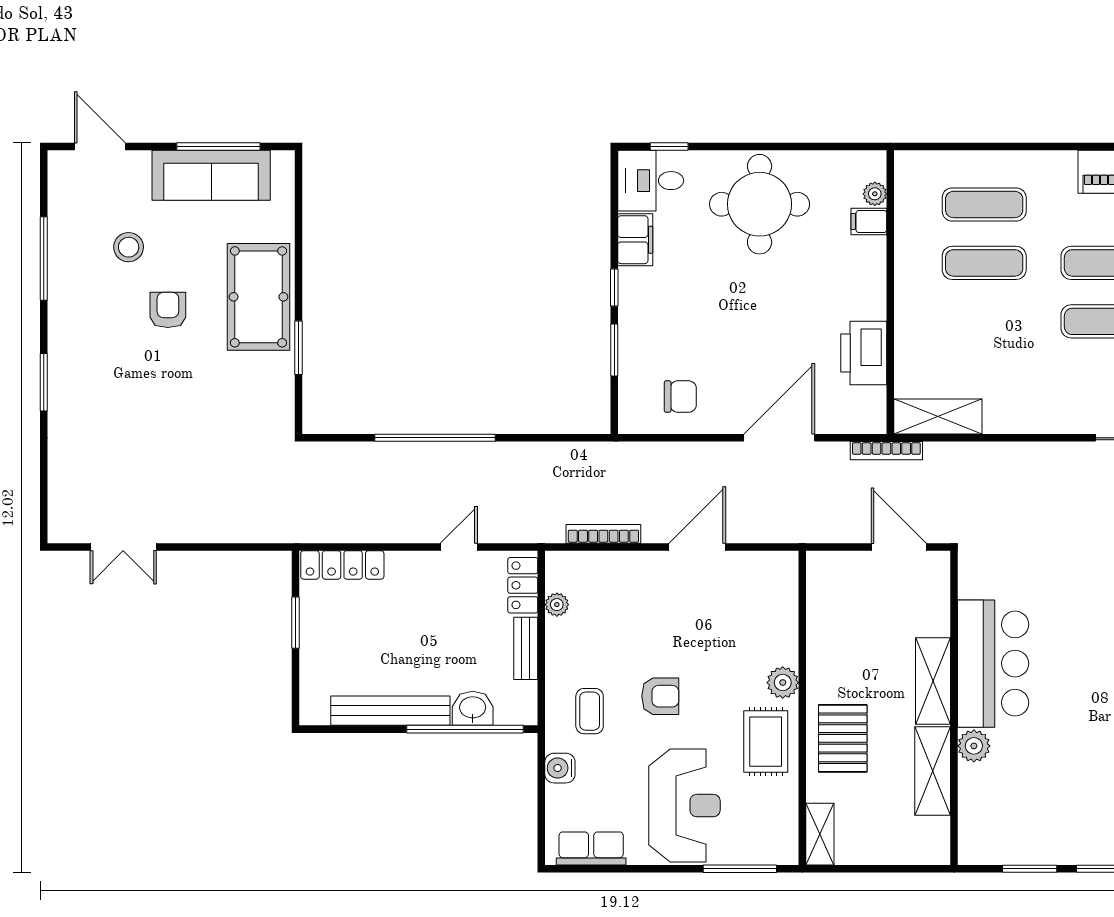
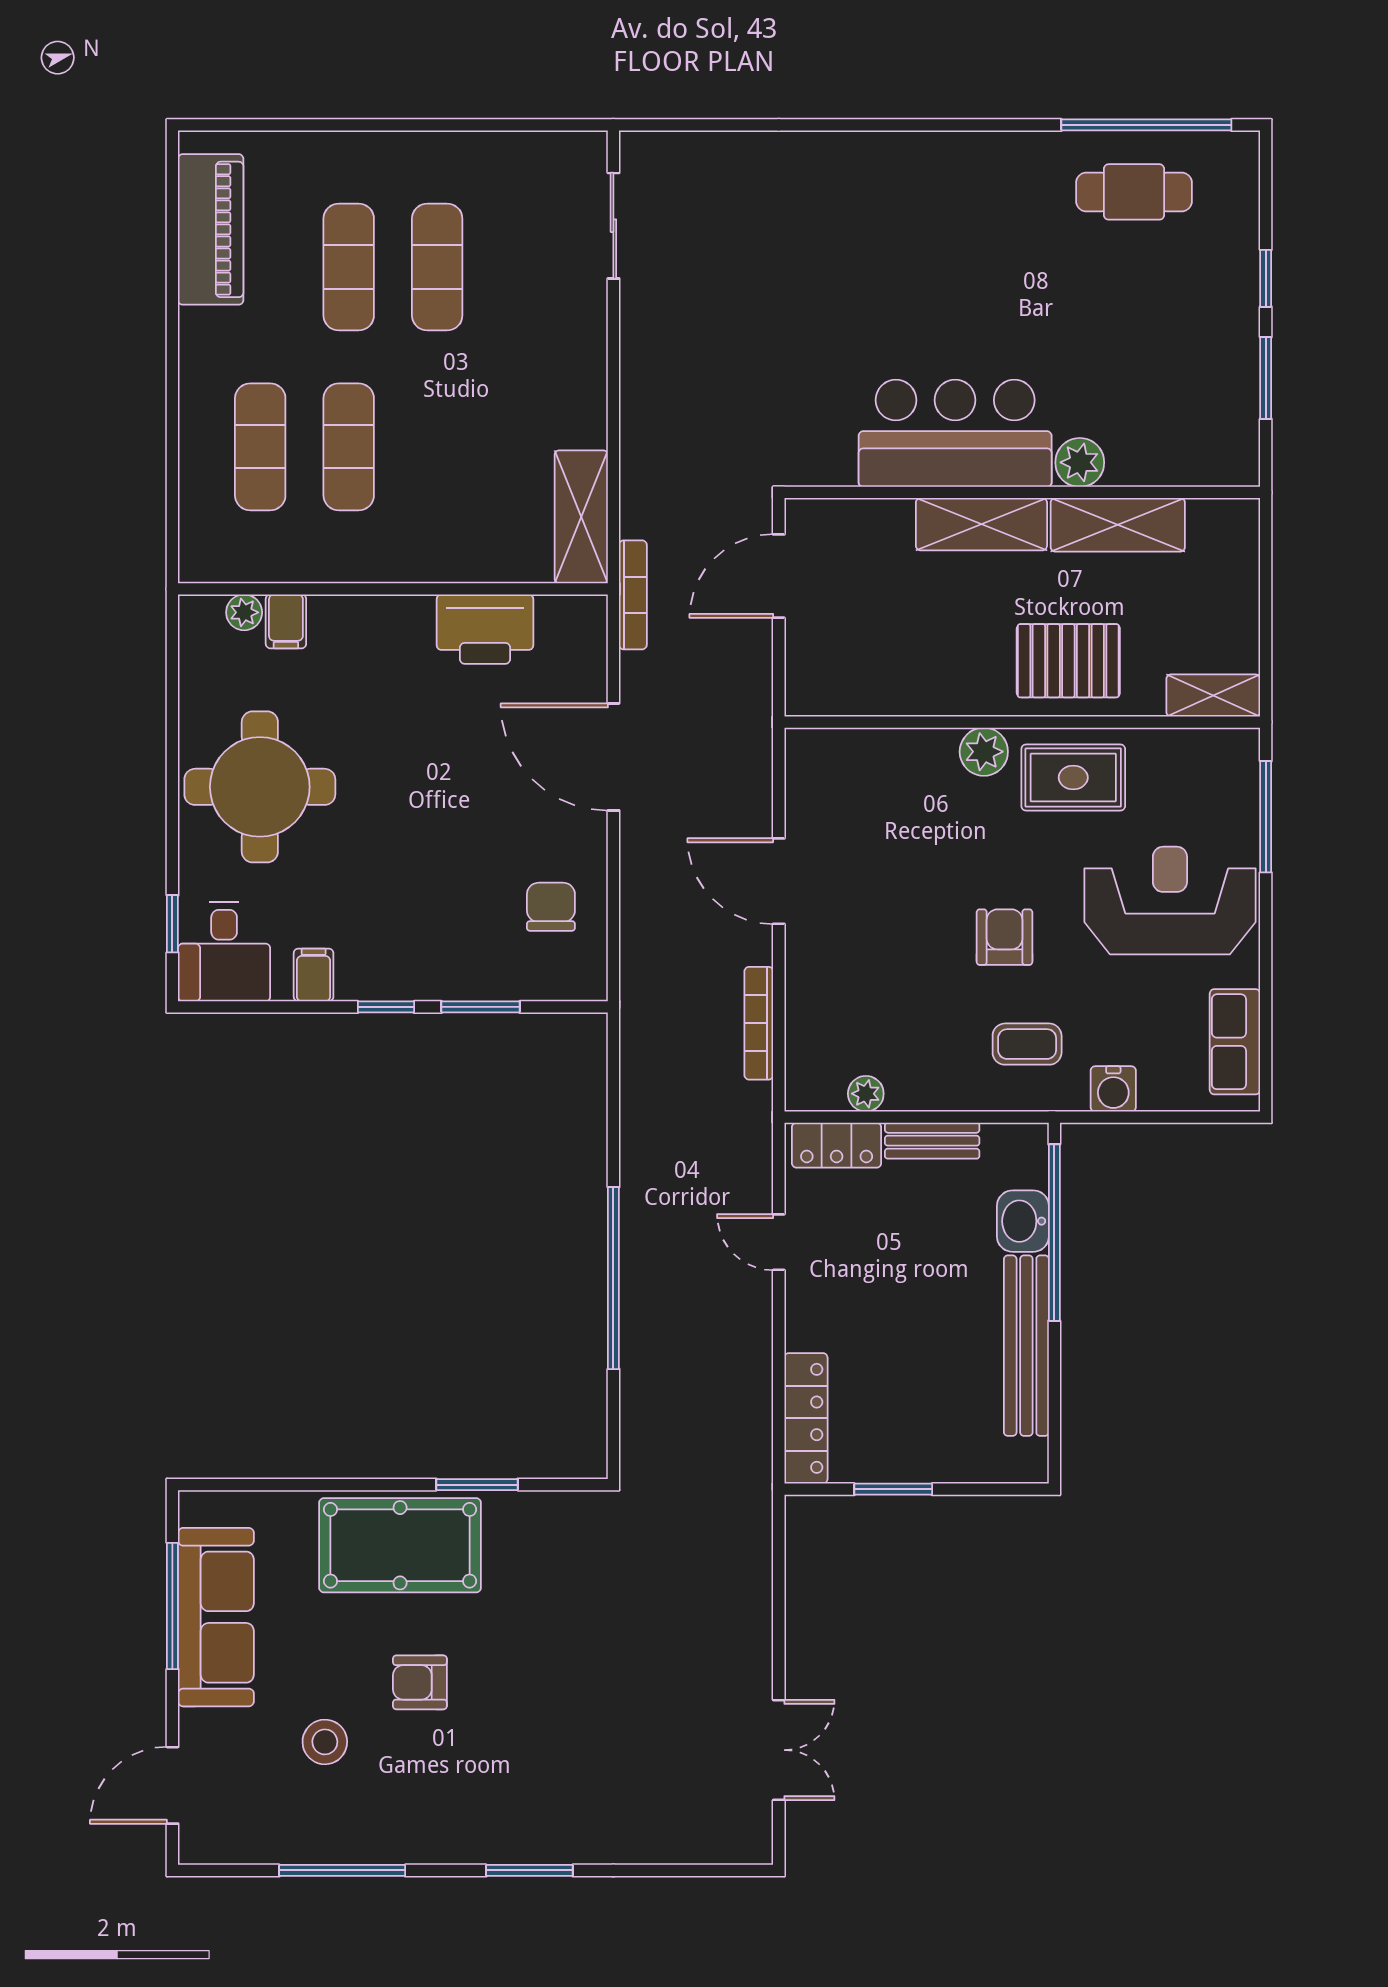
filing cabinet: (635, 240) -> (314, 975), width x0.50

